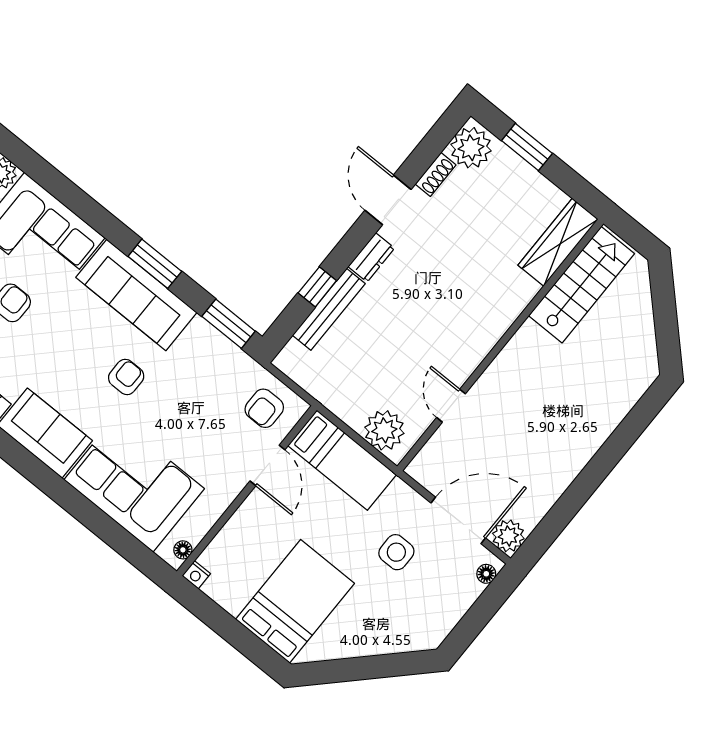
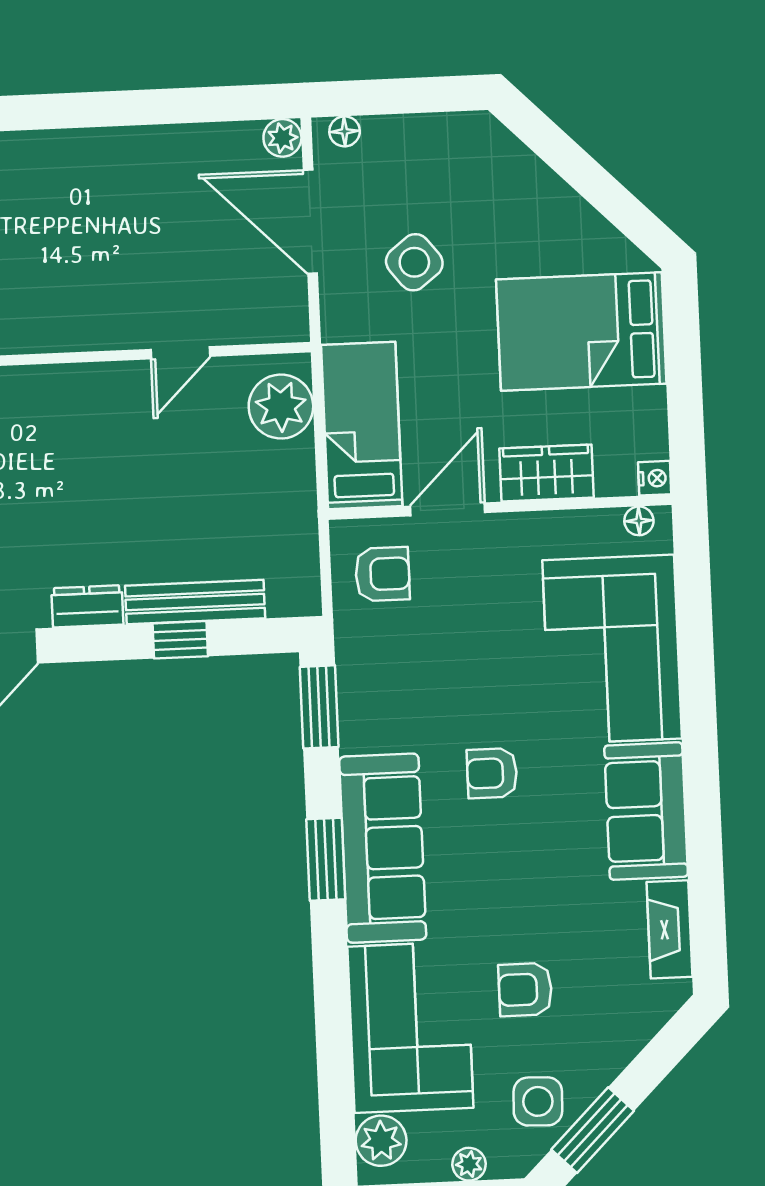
wardrobe: (243, 527) -> (547, 473), added
plant: (508, 536) -> (282, 138), width x0.73, depth x0.73
side table: (396, 552) -> (414, 262), turned -38

